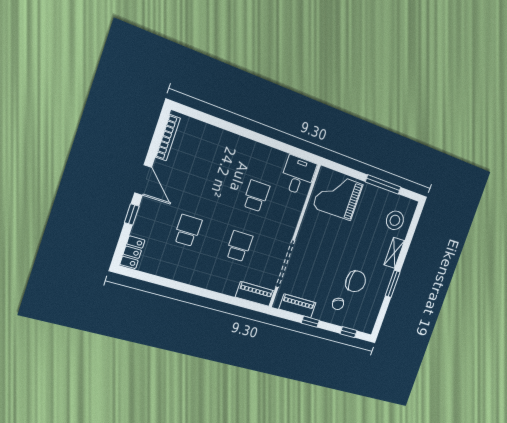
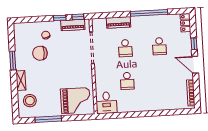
window: (183, 287) -> (149, 13), added
piano: (255, 294) -> (119, 22), moved
window: (349, 332) -> (78, 17), moved

